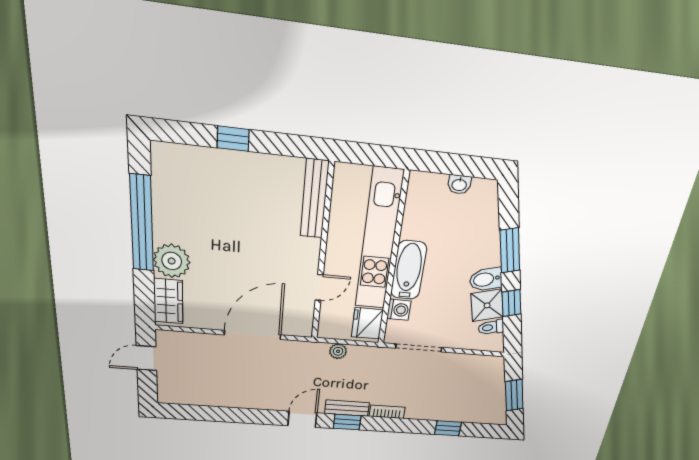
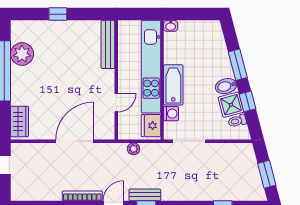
washbasin: (459, 185) -> (171, 26), moved
plant: (172, 261) -> (22, 54), moved
bookcase: (387, 412) -> (82, 196), moved, width x1.56

